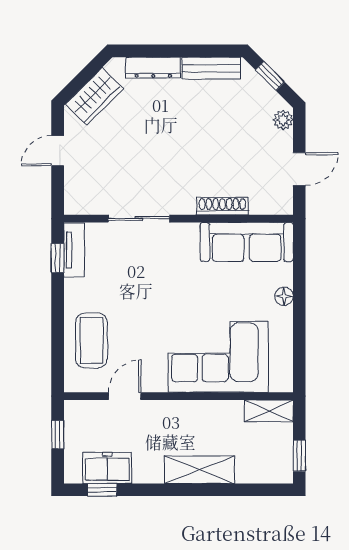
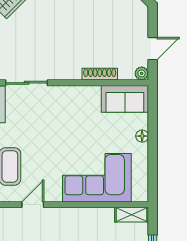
plant: (283, 120) -> (142, 73), moved
sliding door: (139, 219) -> (27, 83), moved
sofa: (247, 242) -> (125, 99), width x0.73

